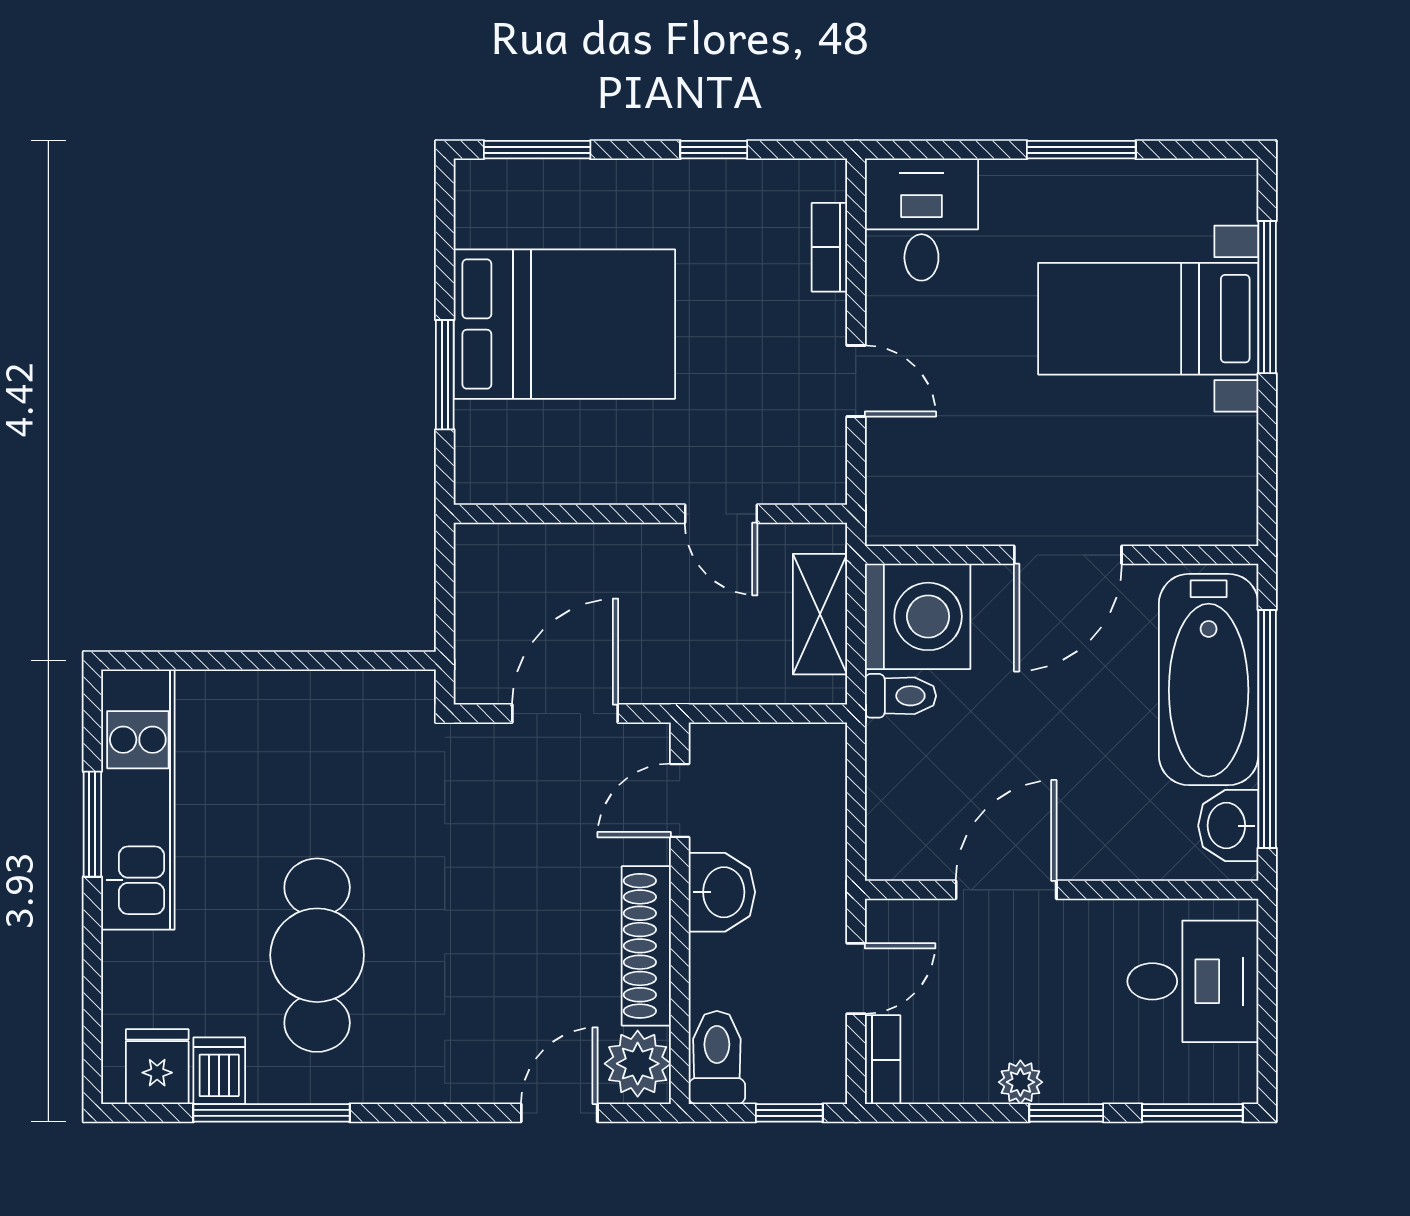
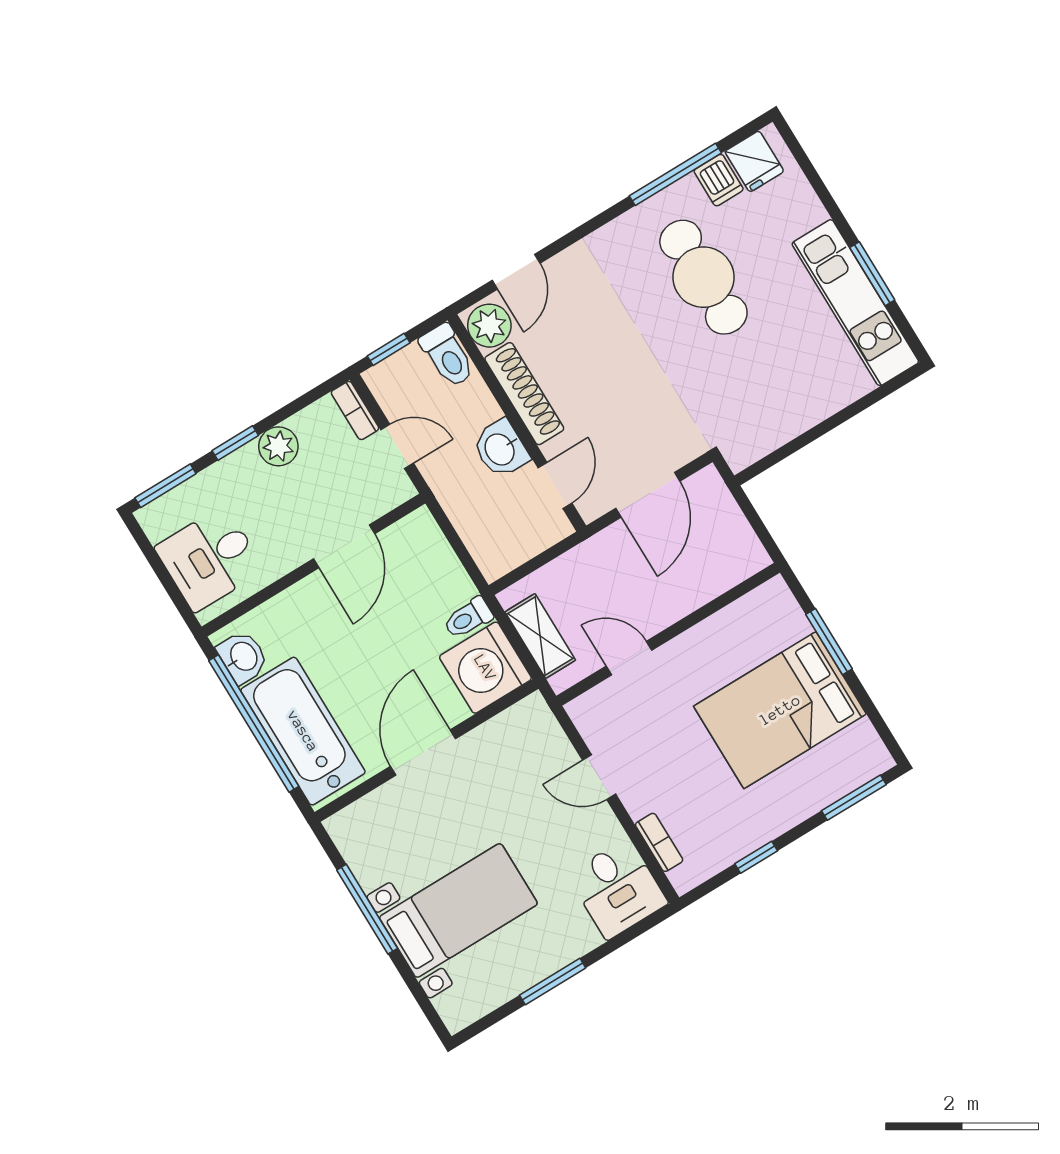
window: (1267, 297) -> (367, 909), moved
door: (856, 978) -> (397, 446), swing flipped
plant: (1020, 1082) -> (278, 446), width x1.38, depth x1.38

